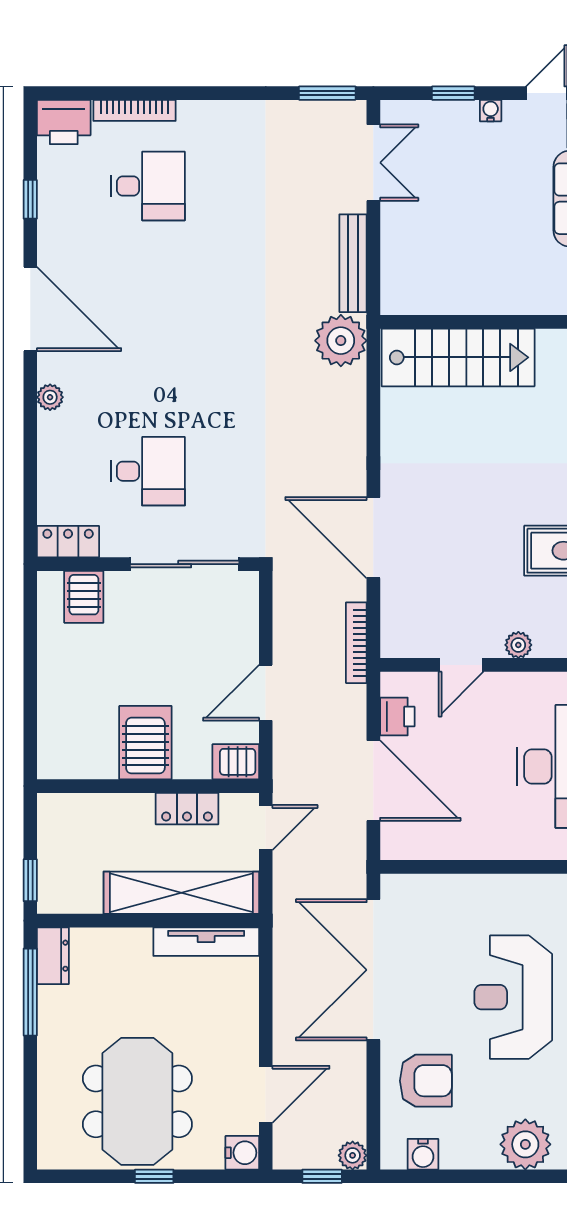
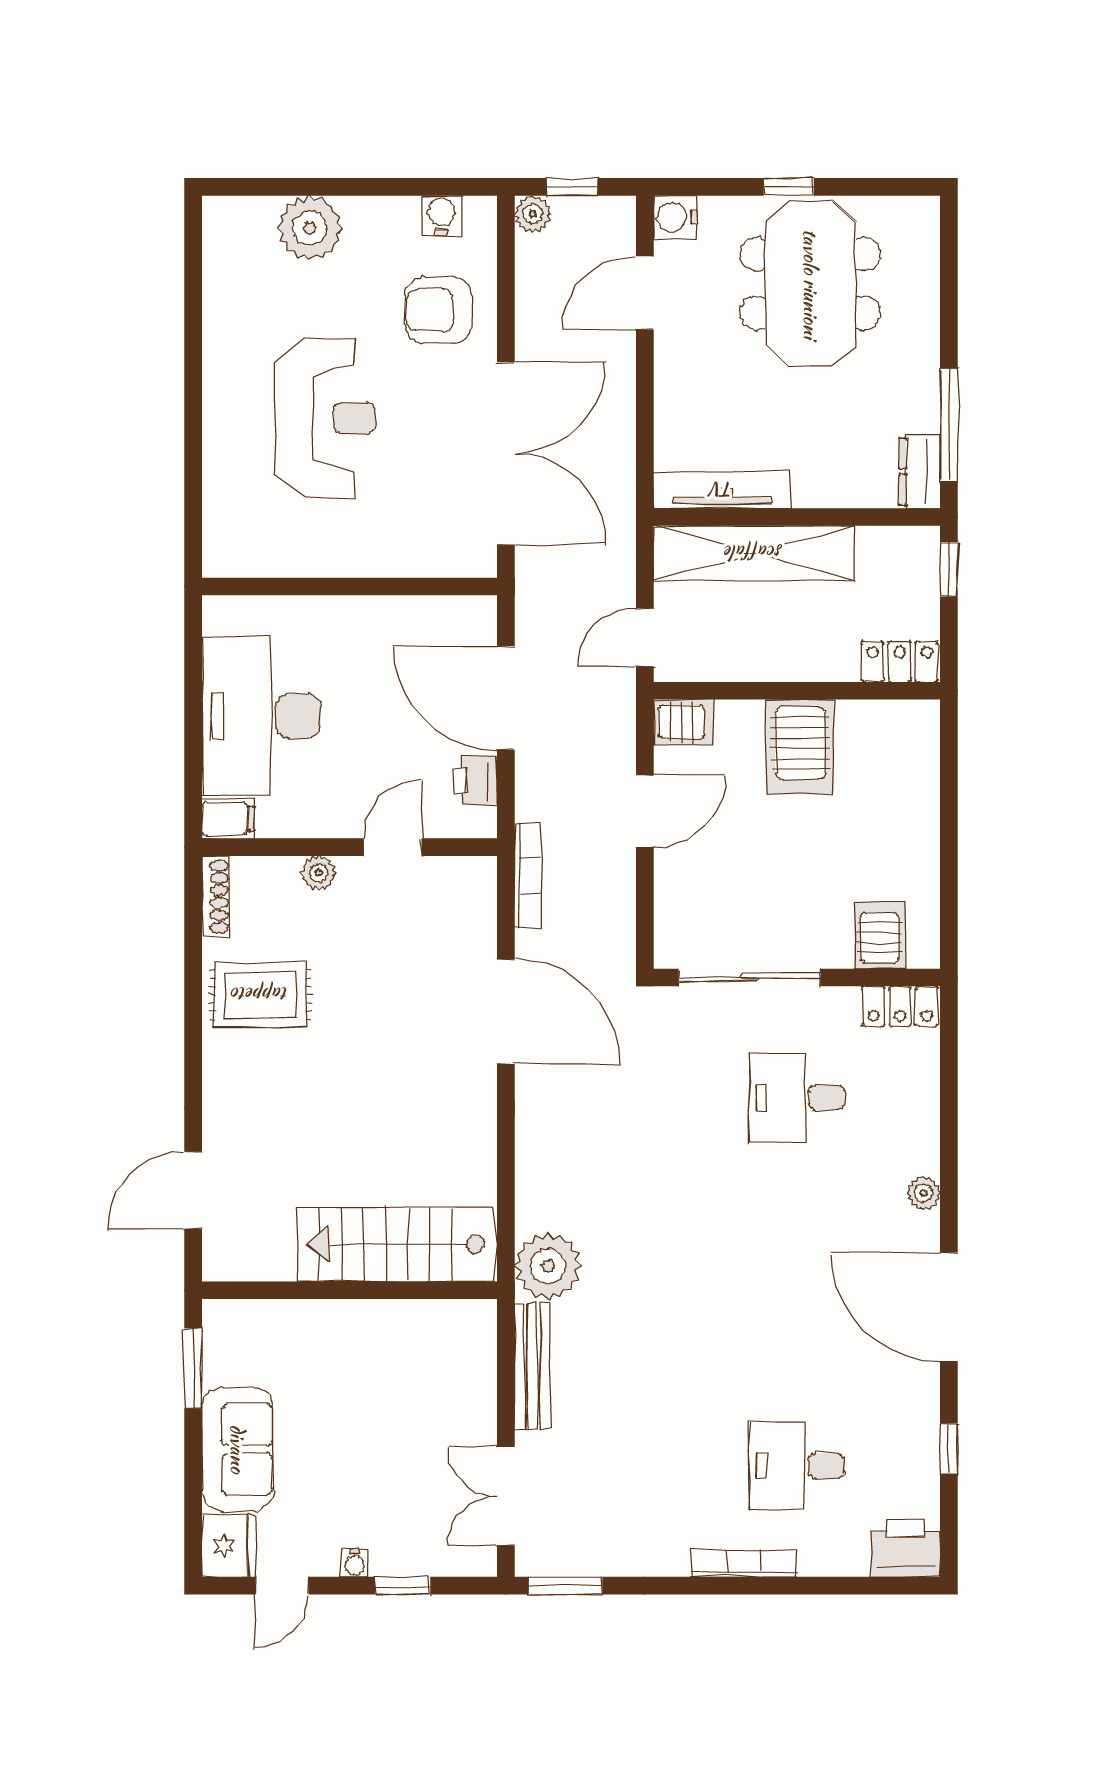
bookcase: (134, 110) -> (744, 1563), moved
locker: (187, 809) -> (900, 662), moved

